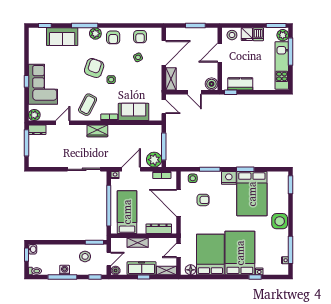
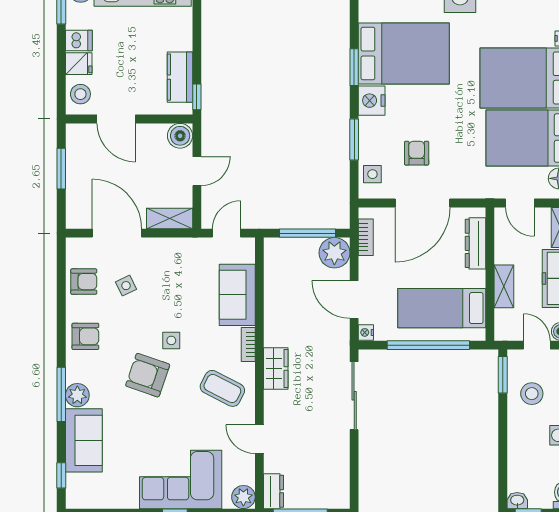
plant: (95, 34) -> (77, 395), moved

